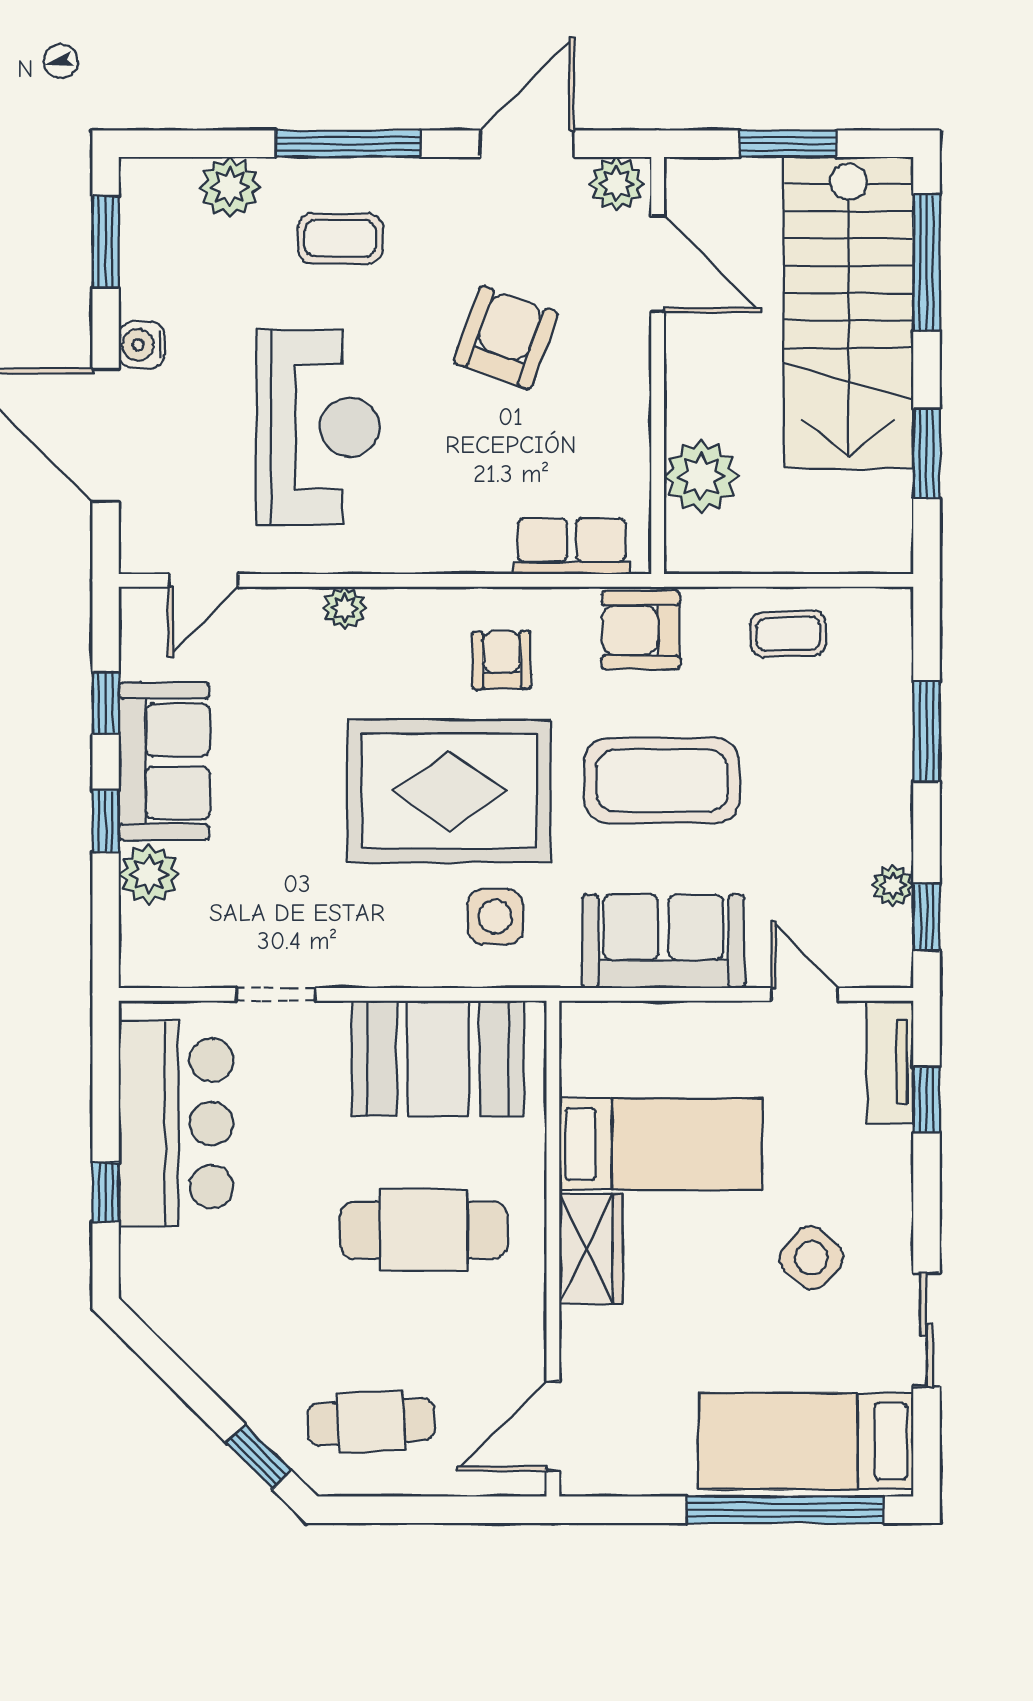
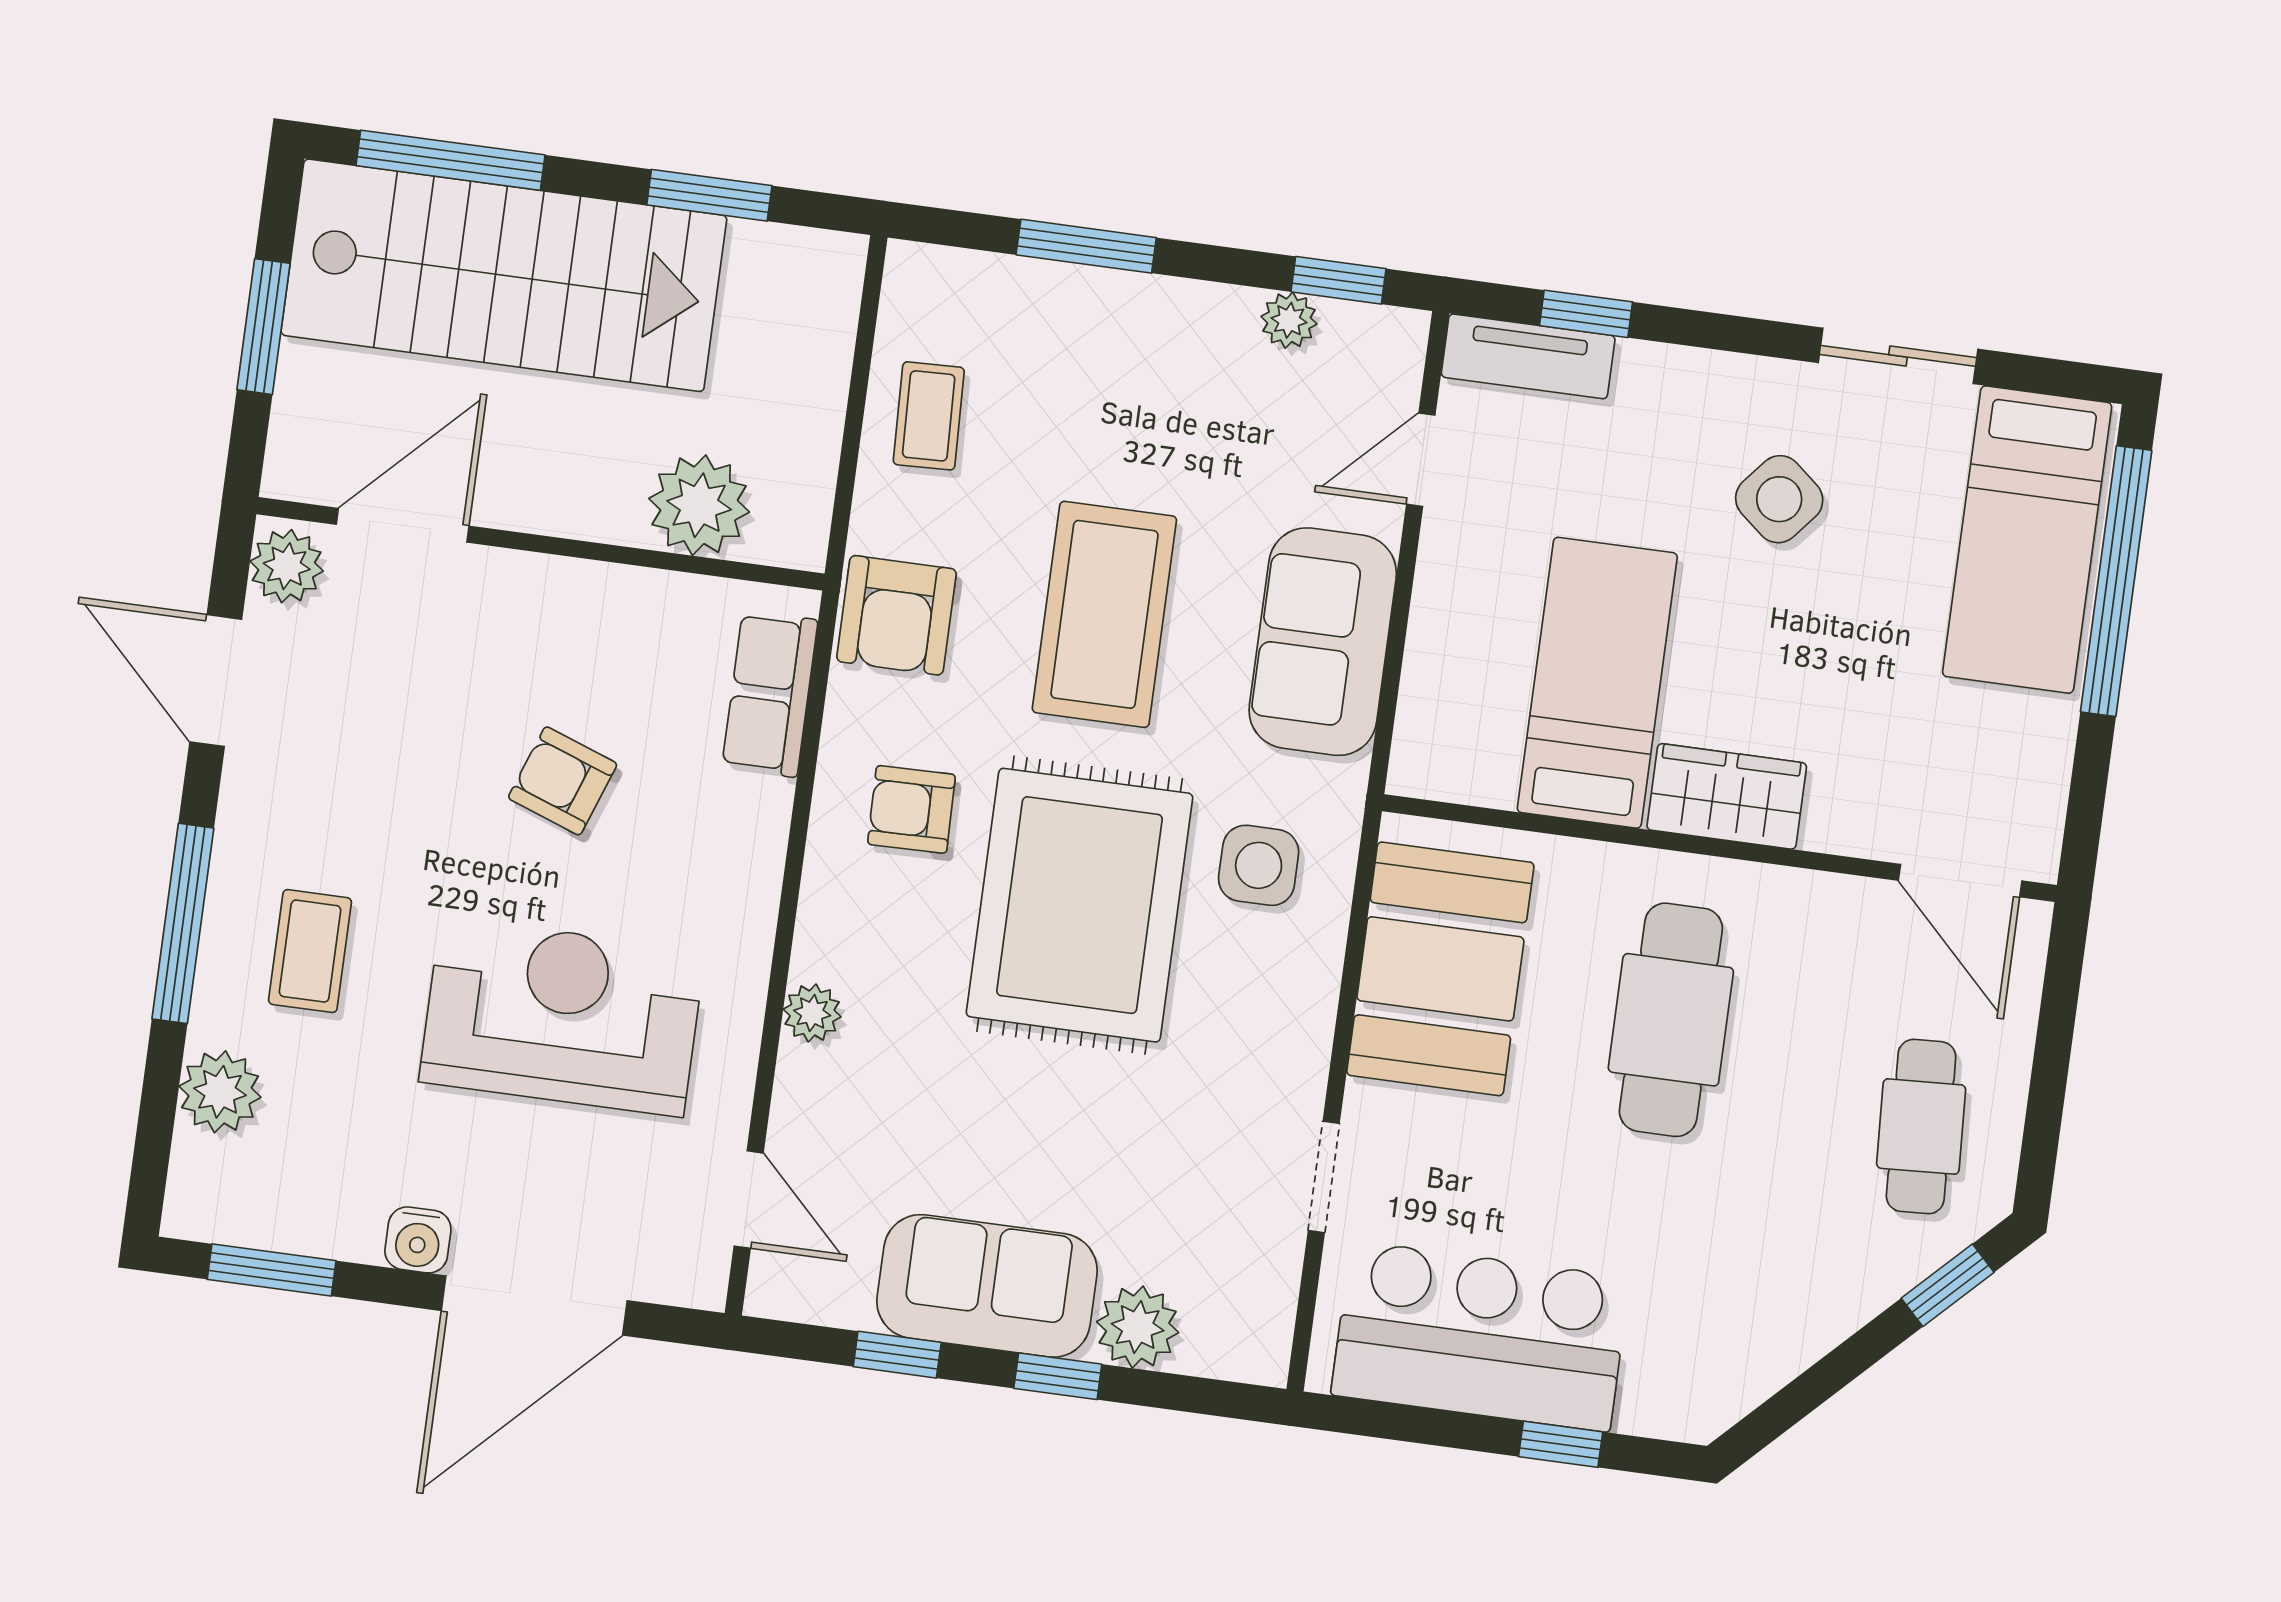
armchair: (506, 338) -> (563, 781), moved, width x0.72, depth x0.72

